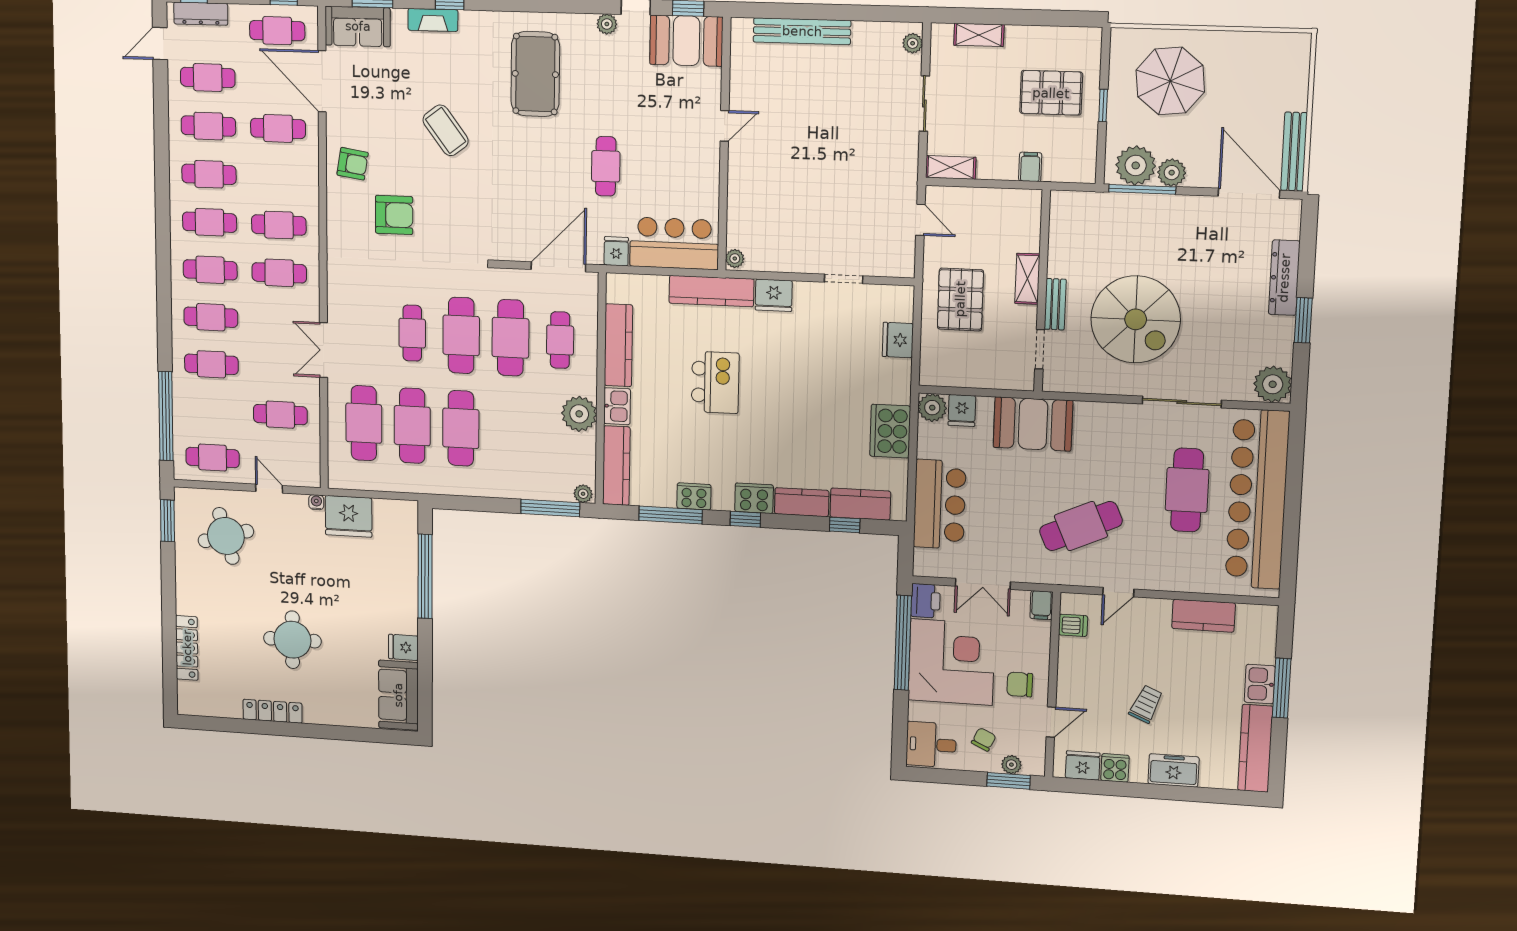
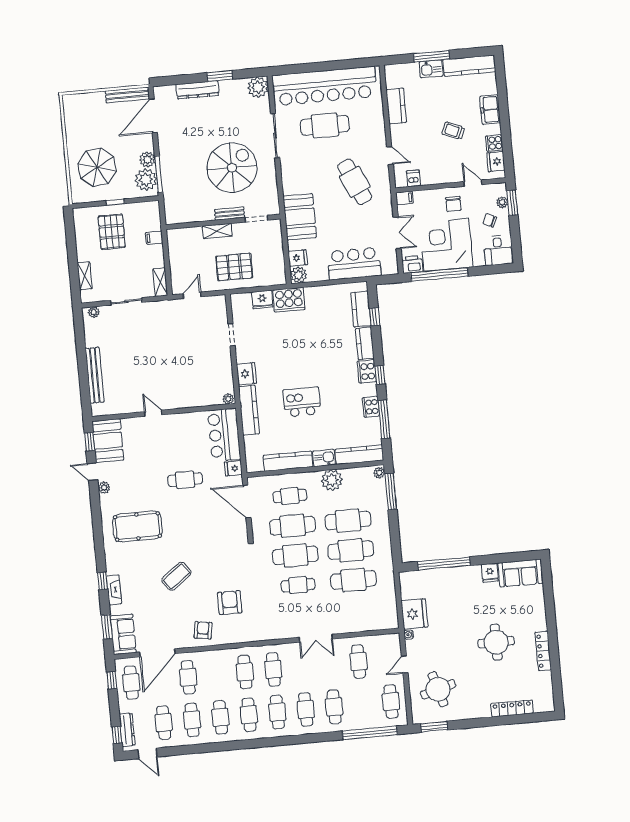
cafe table: (364, 423) -> (348, 521), moved
cooker: (890, 431) -> (289, 300), moved

